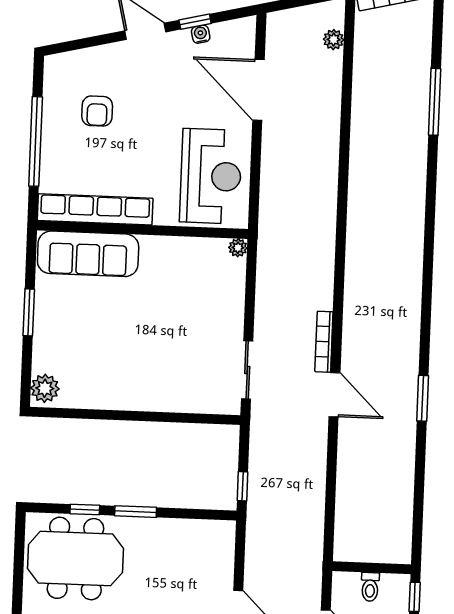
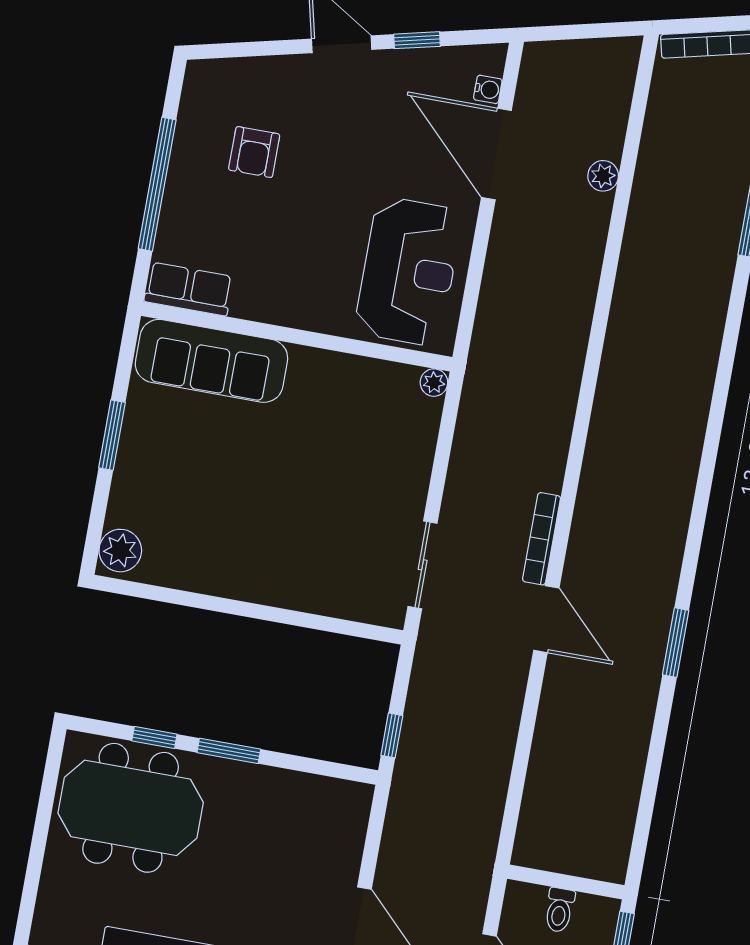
water cooler: (201, 34) -> (488, 89), moved, turned 103
plant: (334, 40) -> (603, 176), moved
row of seats: (95, 209) -> (189, 289), width x0.50

